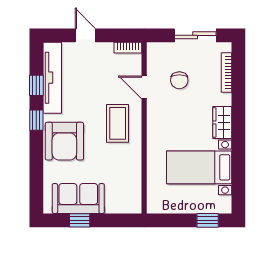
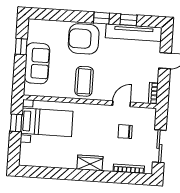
coffee table: (118, 123) -> (84, 81), moved, turned 90
bed with nightstands: (199, 167) -> (47, 122), moved, turned 90
sofa: (78, 199) -> (37, 63), moved
window: (208, 220) -> (16, 123), moved

